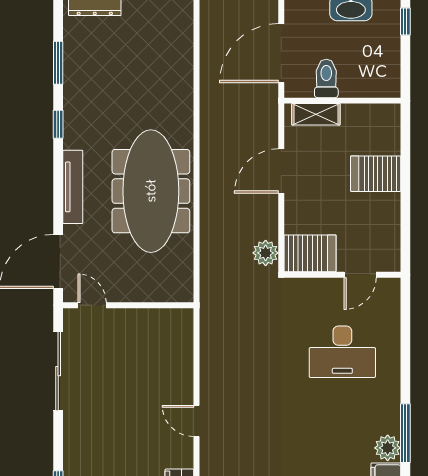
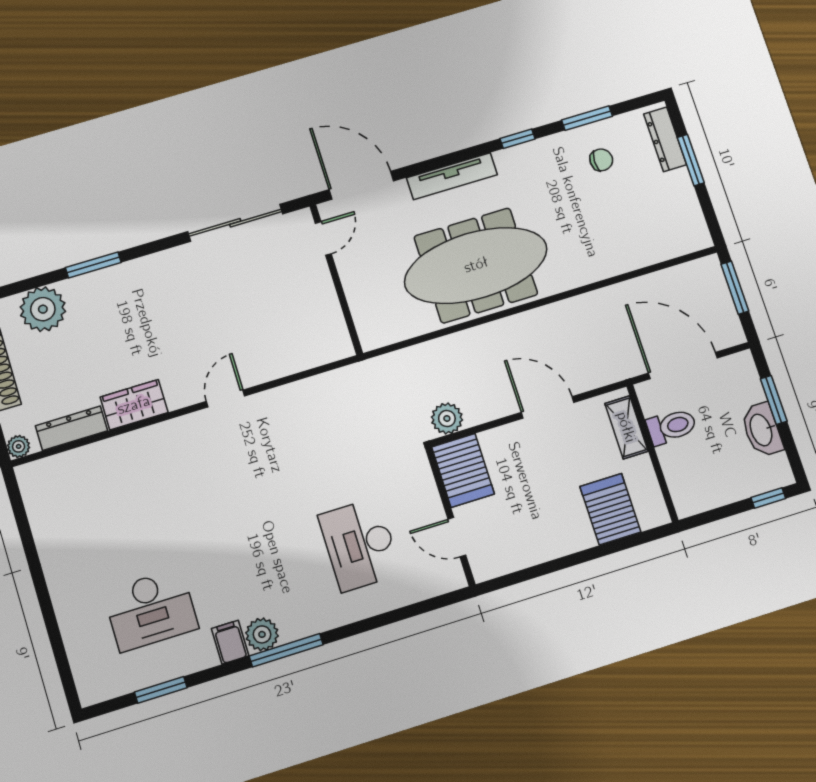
chair: (96, 63) -> (601, 160), added
server rack: (376, 174) -> (610, 509), moved

